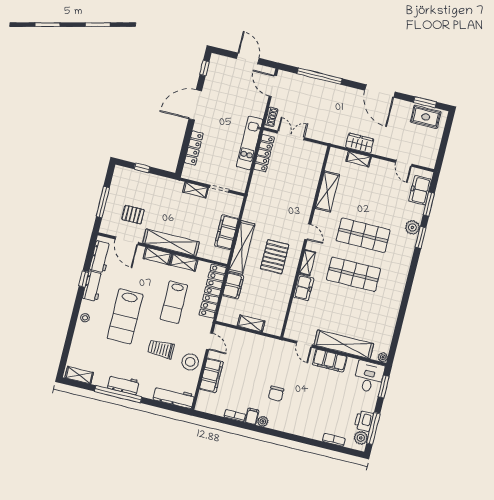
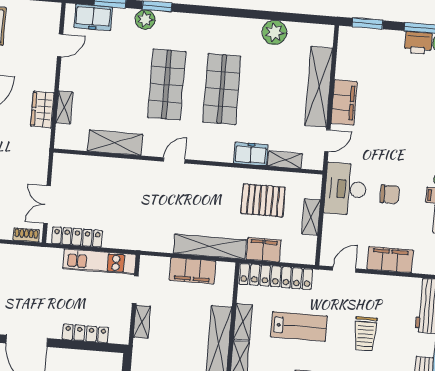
kitchen unit: (250, 143) -> (99, 262), moved
pallet: (275, 257) -> (263, 200), moved
shelving: (307, 263) -> (285, 160), moved
plant: (383, 357) -> (274, 32), moved, width x1.87, depth x1.87
stool: (190, 362) -> (376, 291), removed
desk: (369, 377) -> (346, 189), moved, width x1.37
chair: (276, 394) -> (390, 194), moved

